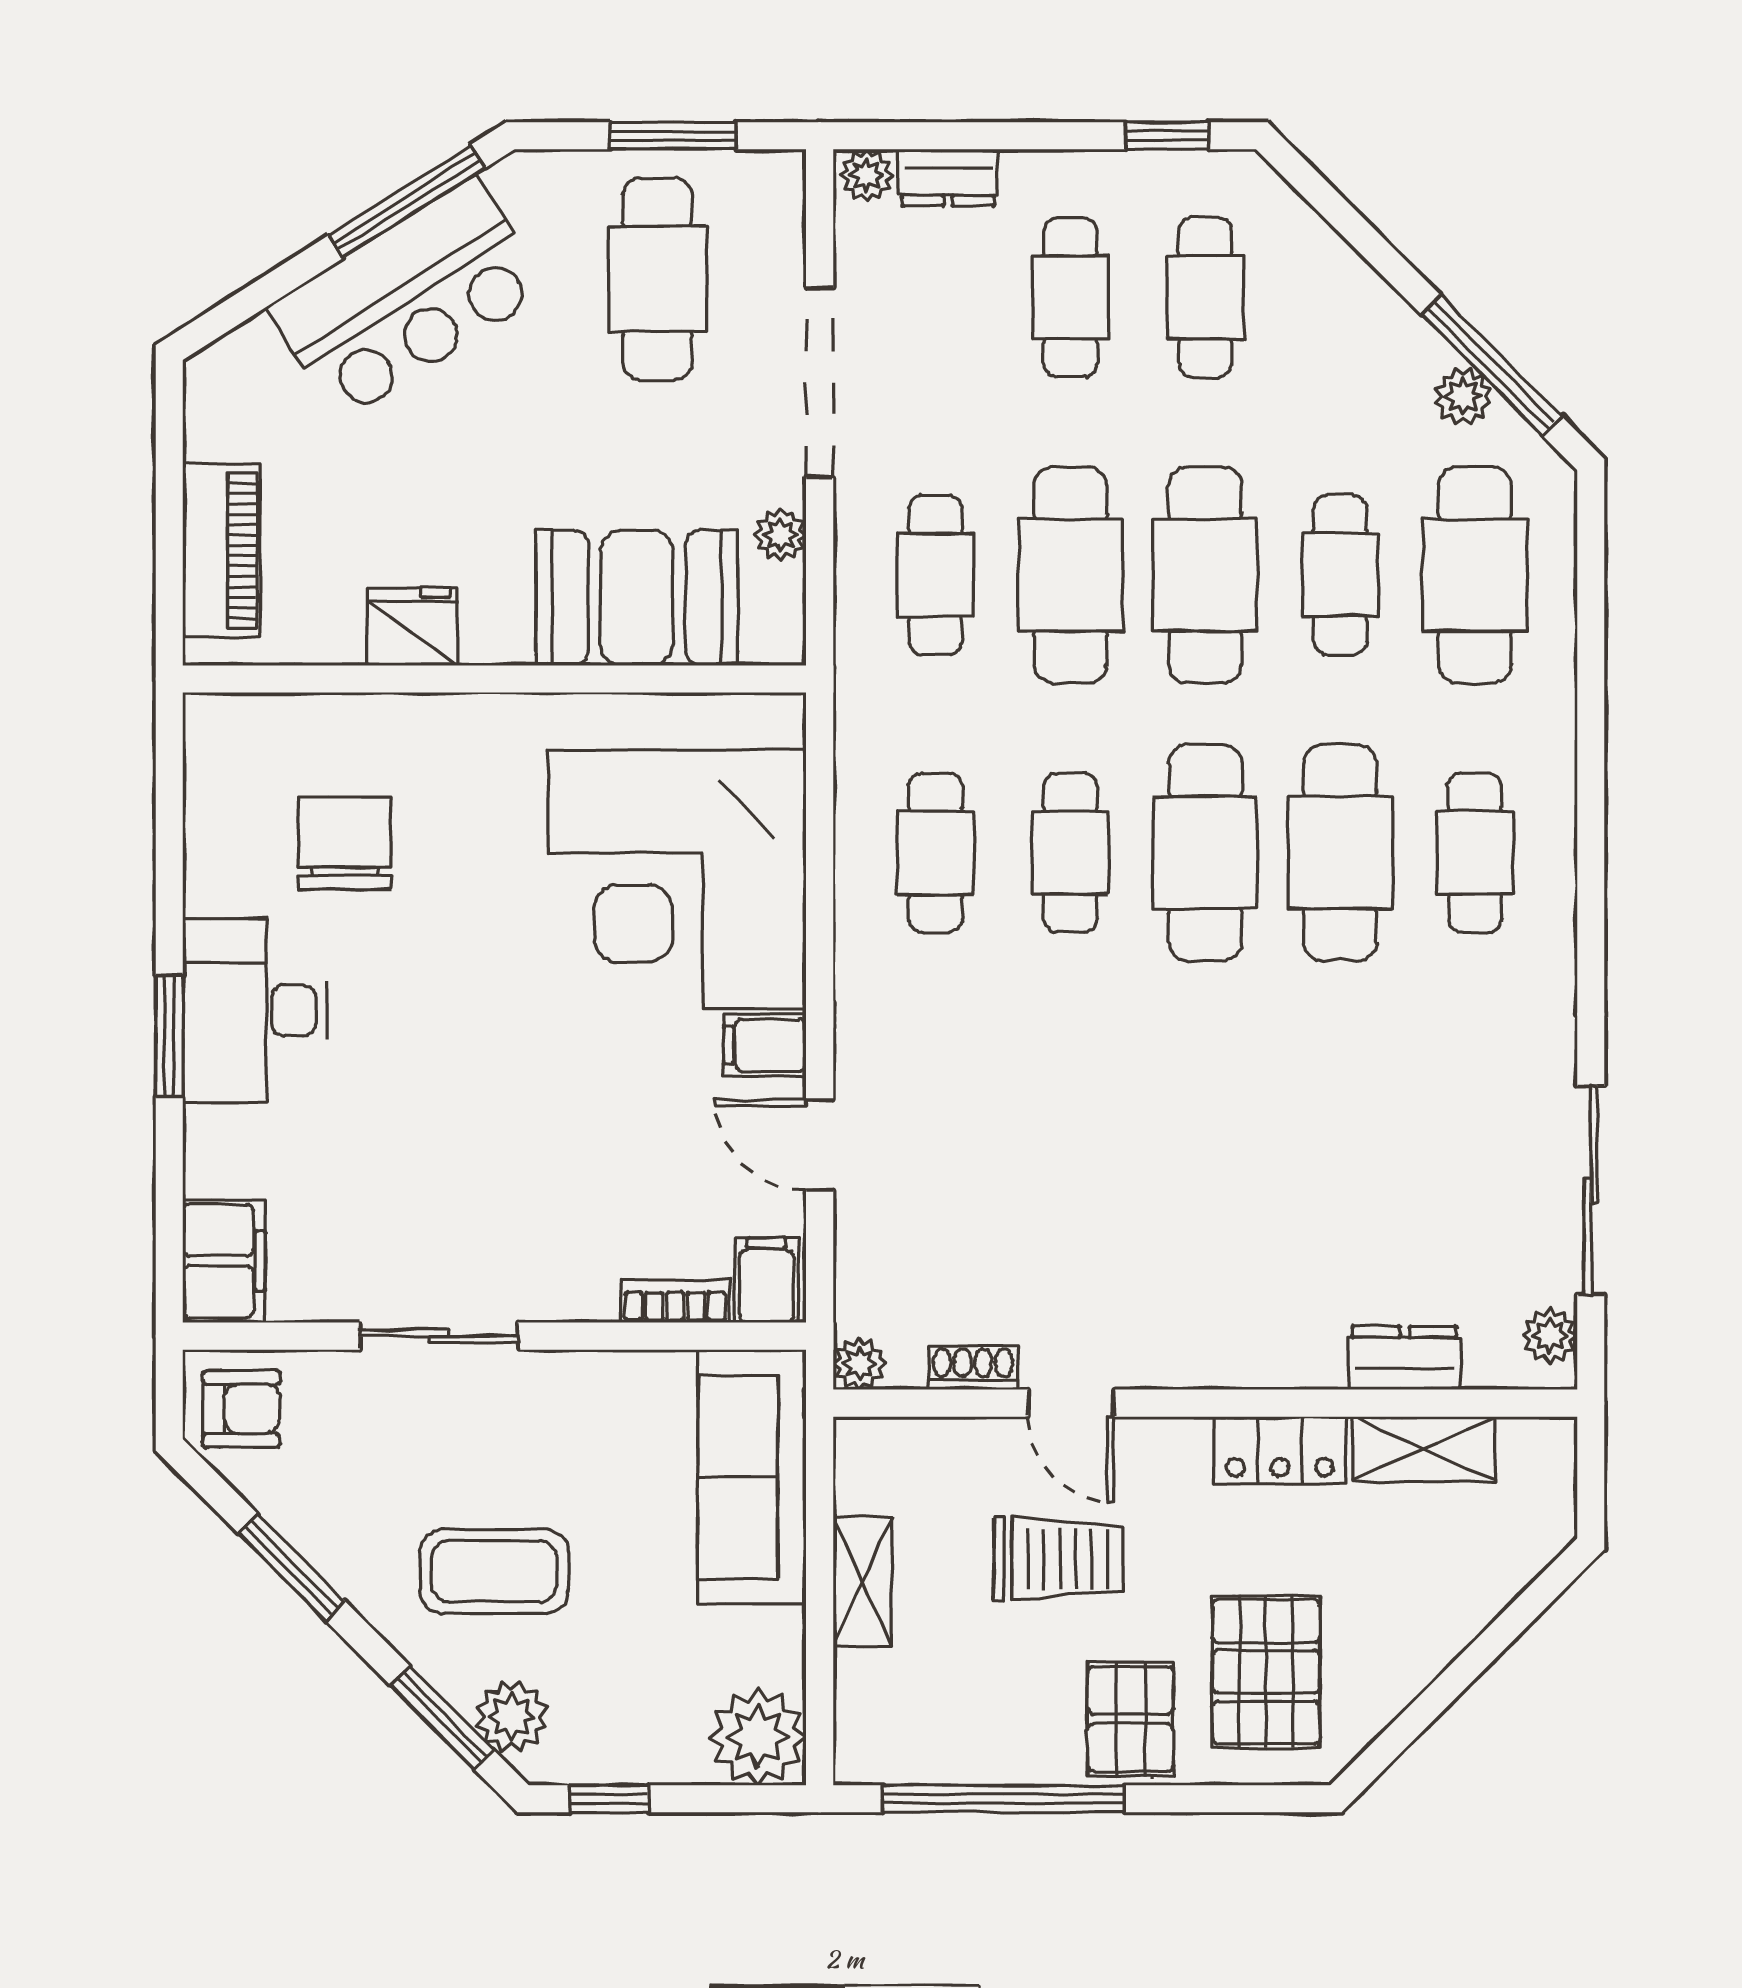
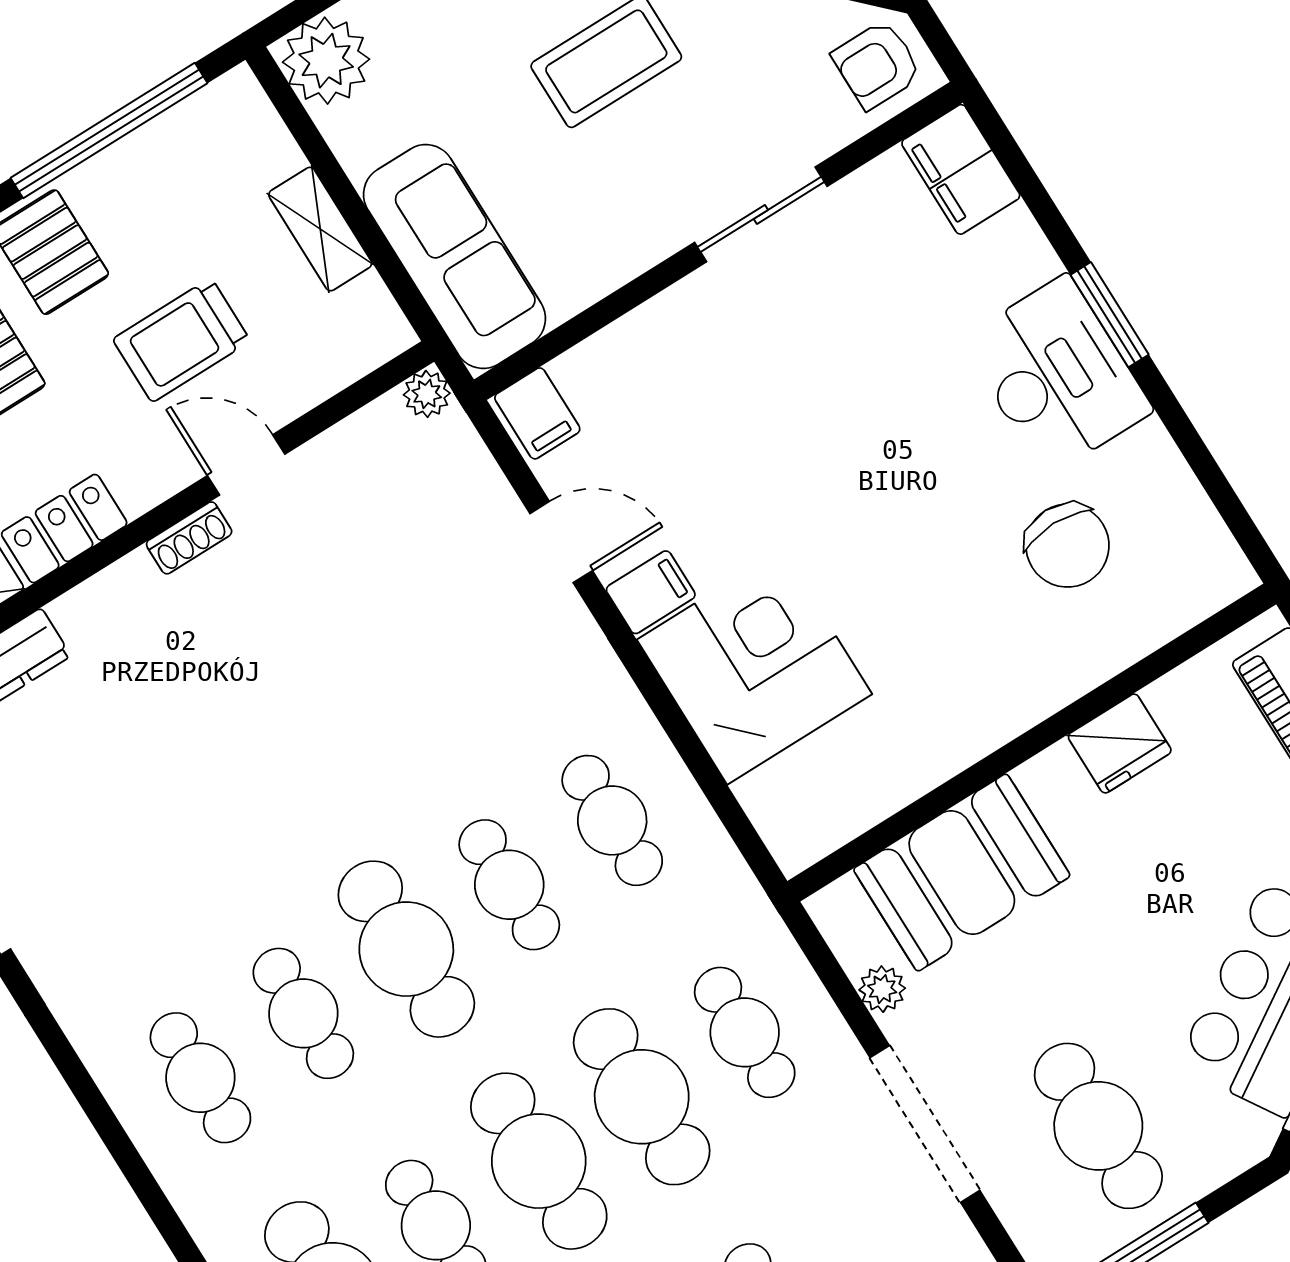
cafe table: (1340, 853) -> (303, 1013), width x0.73, depth x0.74
corner desk: (677, 879) -> (754, 667), width x0.74, depth x0.74
bookcase: (675, 1301) -> (597, 354), removed
shoe rack: (973, 1368) -> (189, 538), moved

